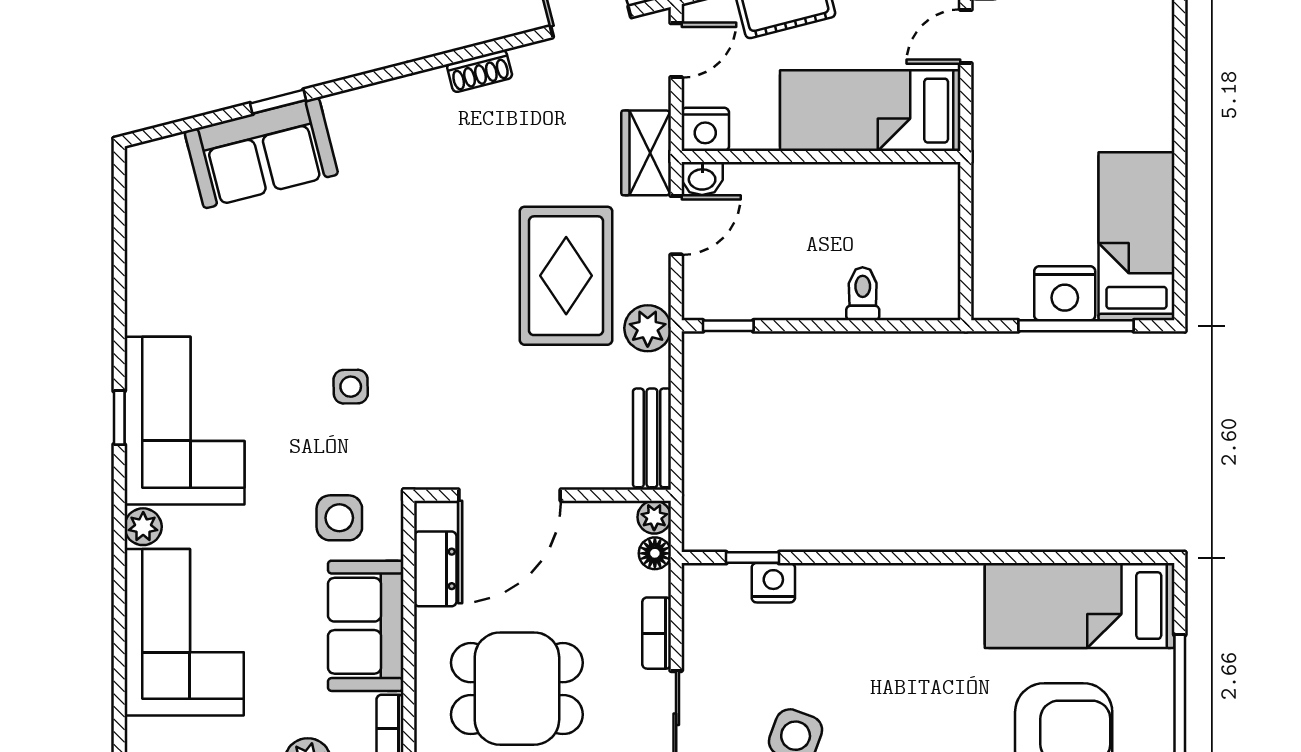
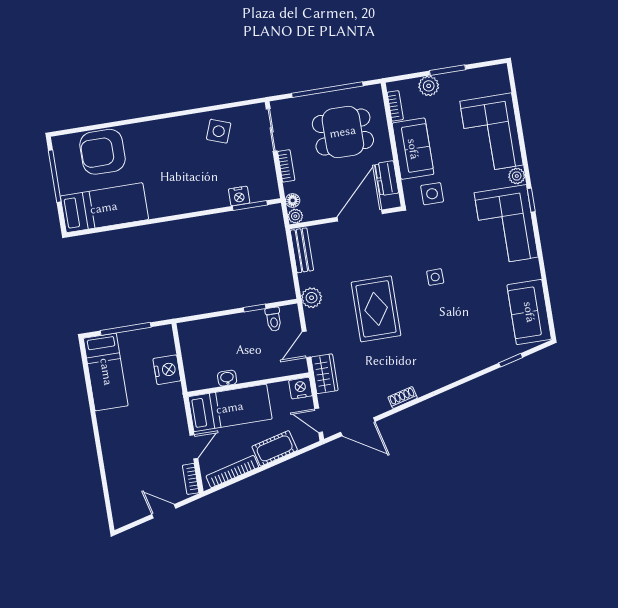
door: (676, 50) -> (319, 420), hinge flipped
window: (278, 102) -> (511, 360), moved
sofa: (261, 153) -> (529, 312), moved, turned -76
washbasin: (702, 178) -> (227, 378), moved
rug: (566, 276) -> (376, 309), moved
nightstand: (1065, 293) -> (167, 370), moved, turned 90
toilet: (863, 294) -> (274, 319), moved
window: (728, 326) -> (255, 308), moved
side table: (351, 387) -> (435, 277), moved
window: (119, 418) -> (531, 200), moved
window: (753, 558) -> (250, 205), width x1.50

